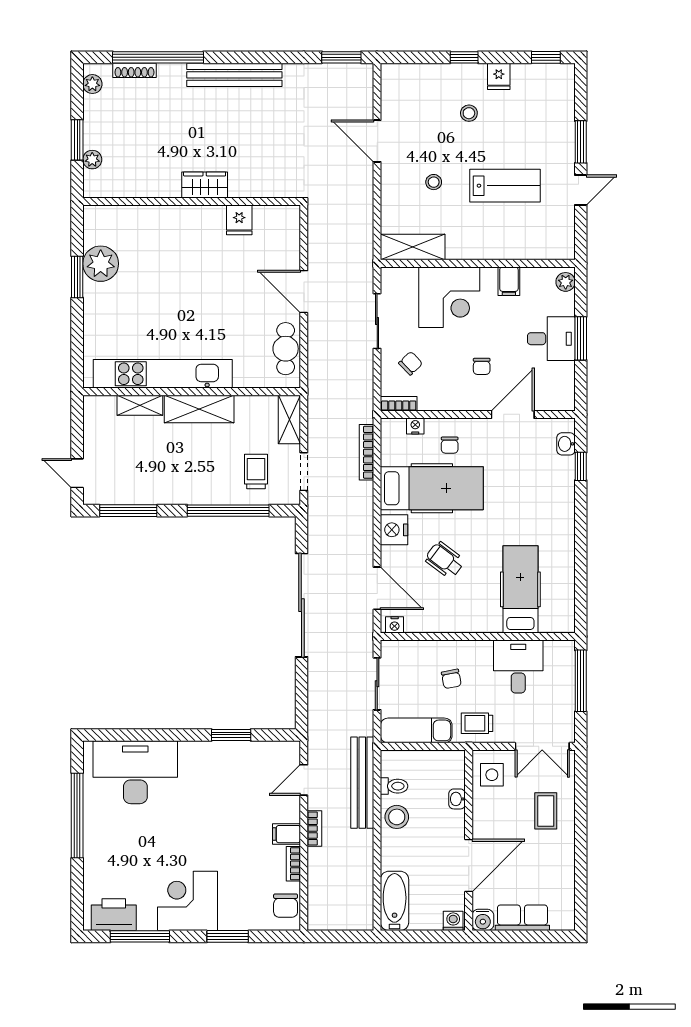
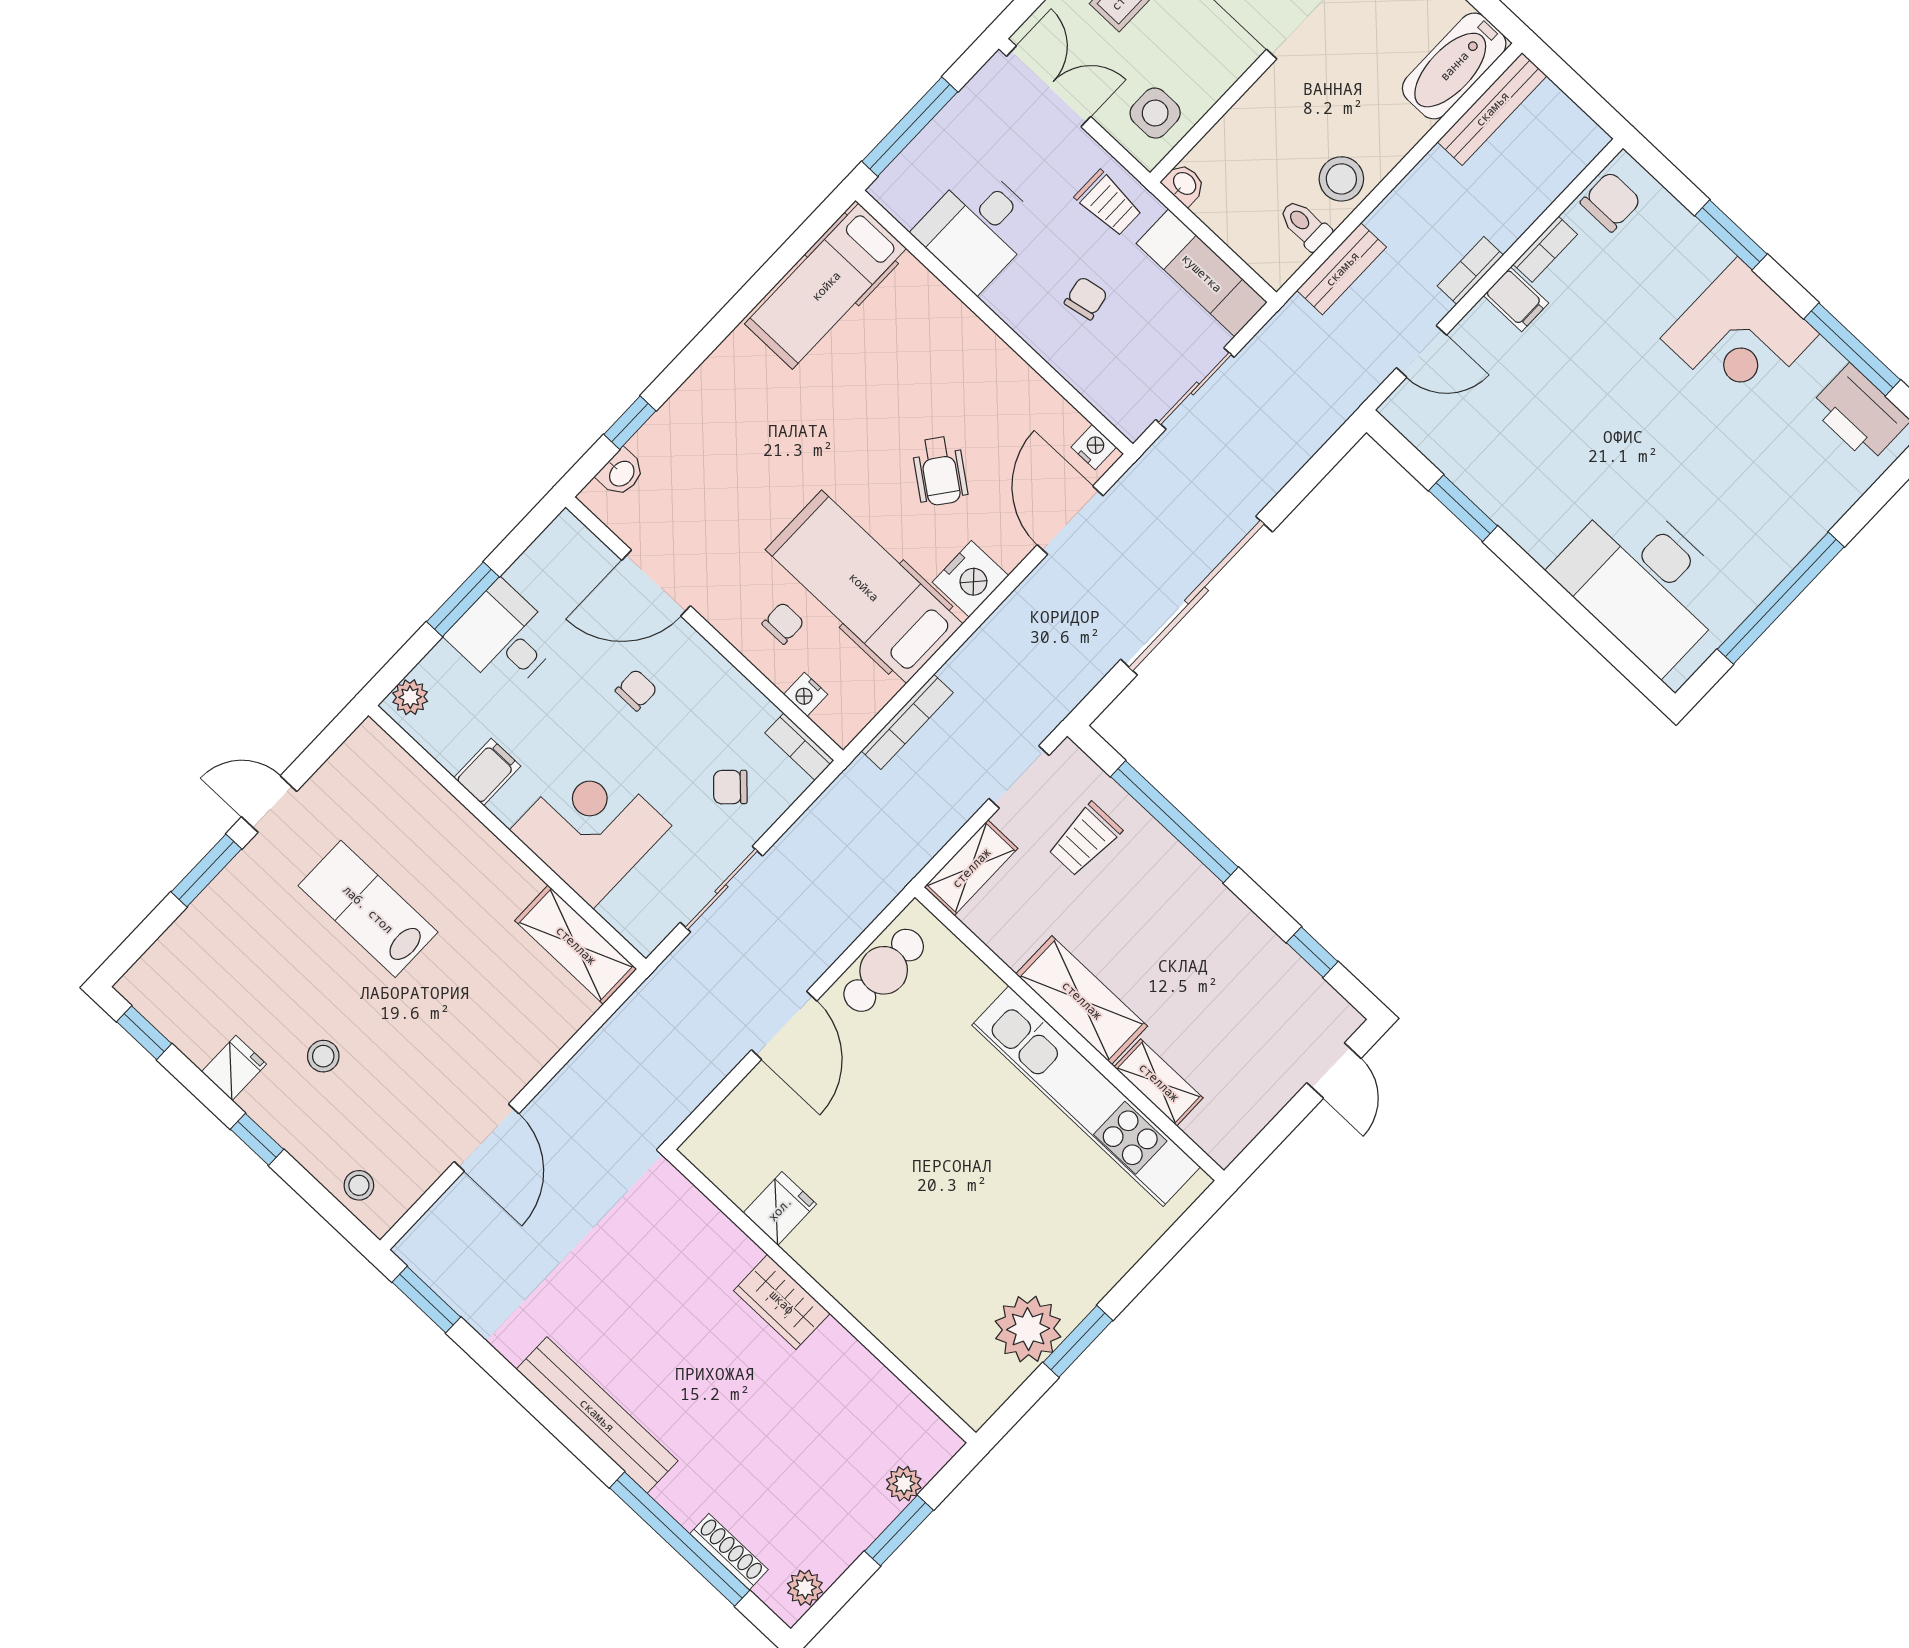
stool: (434, 182) -> (359, 1185), moved
window: (128, 511) -> (1312, 952), width x0.46
hospital bed: (520, 589) -> (826, 286), moved
bench: (362, 783) -> (1342, 269), width x0.54, depth x0.82
washbasin: (457, 799) -> (1184, 184), moved, turned -90
bench: (364, 898) -> (1492, 109), added

